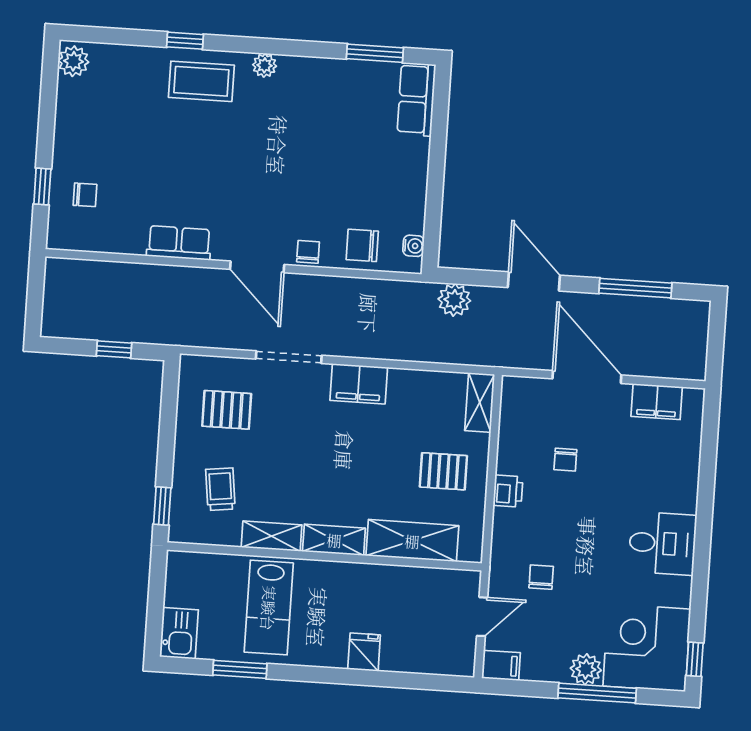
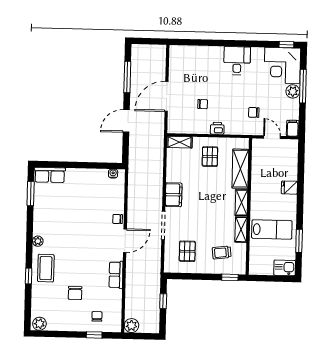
chair: (362, 245) -> (75, 293), moved
plant: (454, 300) -> (131, 326), moved
filing cabinet: (657, 402) -> (176, 66), removed

